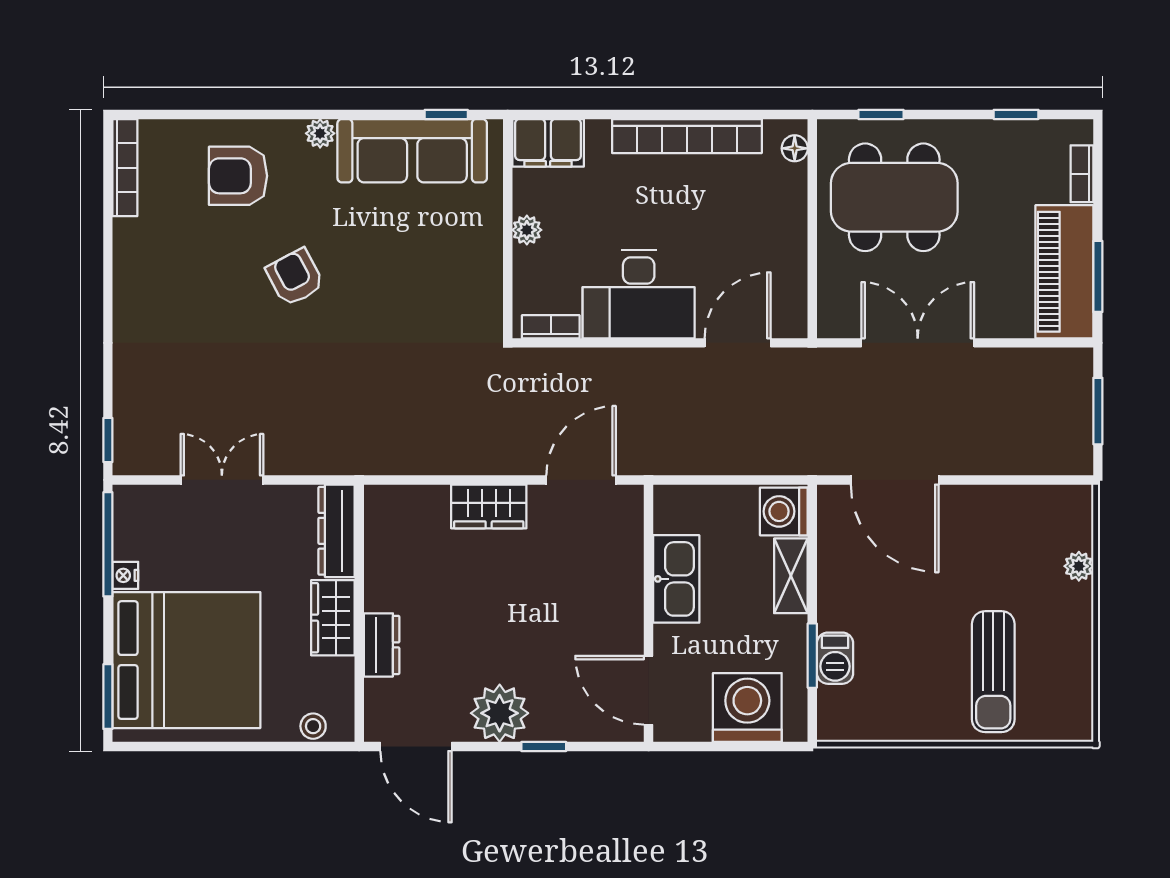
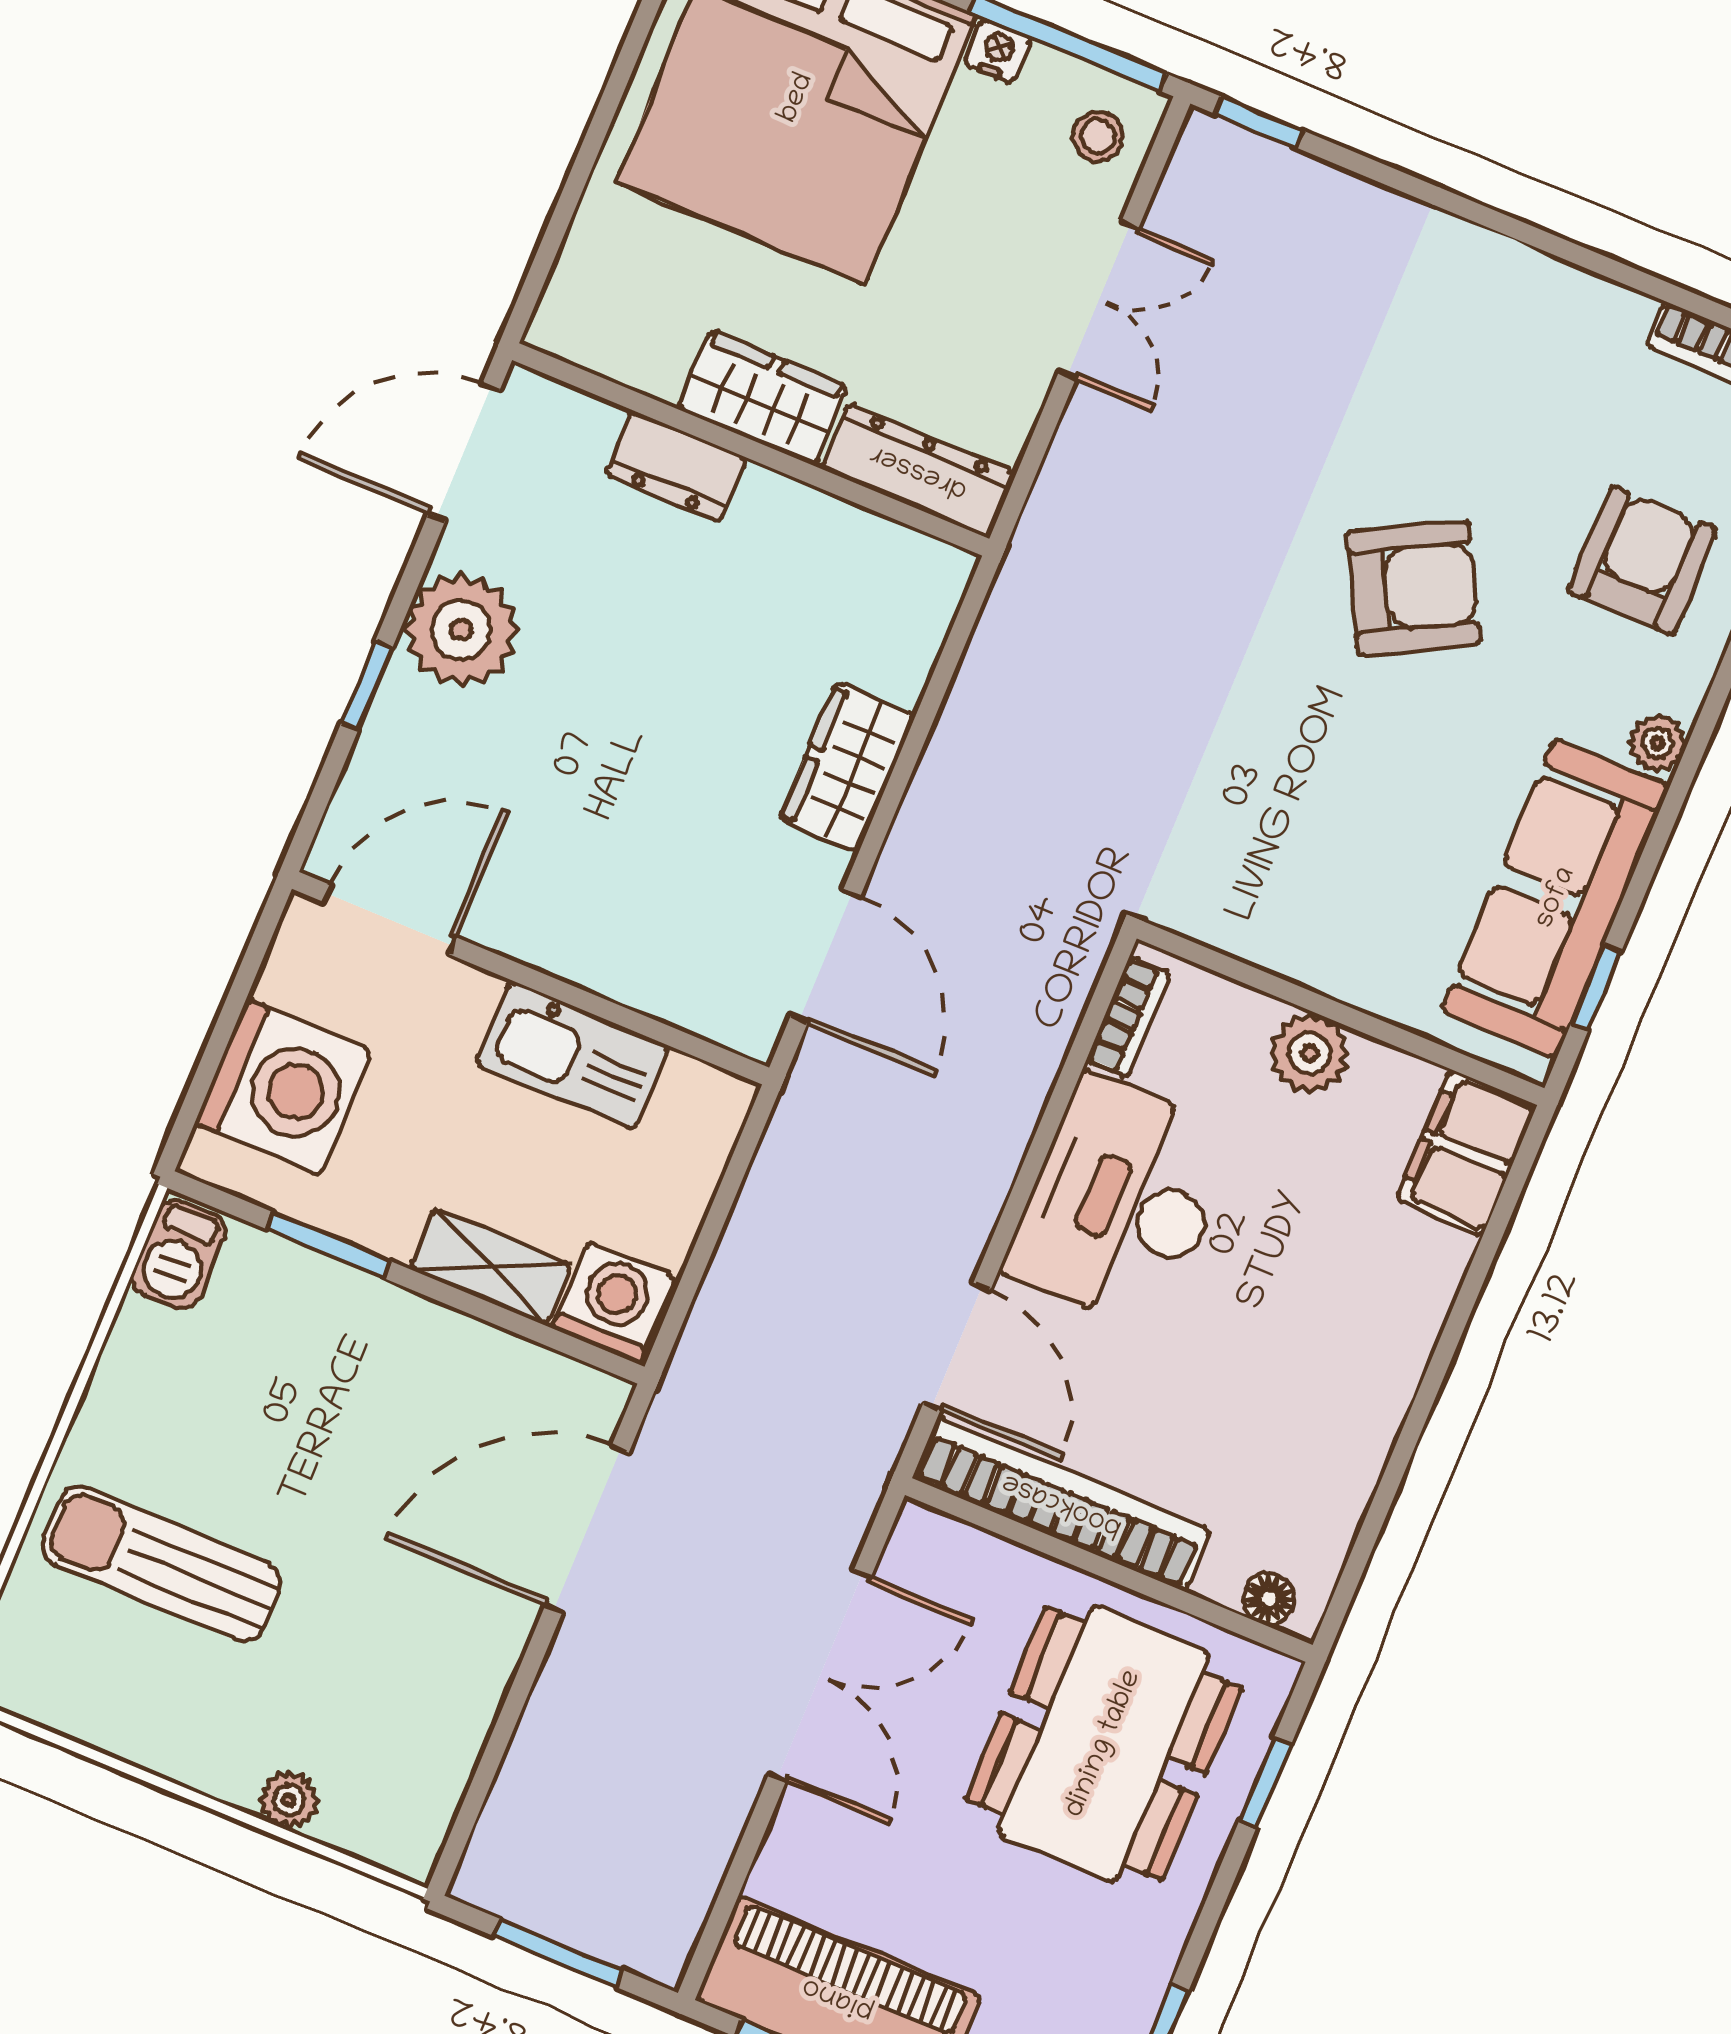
bookcase: (687, 136) -> (1062, 1504), moved, turned 90
plant: (527, 230) -> (1309, 1053), width x1.38, depth x1.38
armchair: (295, 277) -> (1413, 588), width x1.38, depth x1.38
barbecue: (835, 658) -> (179, 1255), moved, turned -90
stool: (313, 726) -> (1098, 136), moved

